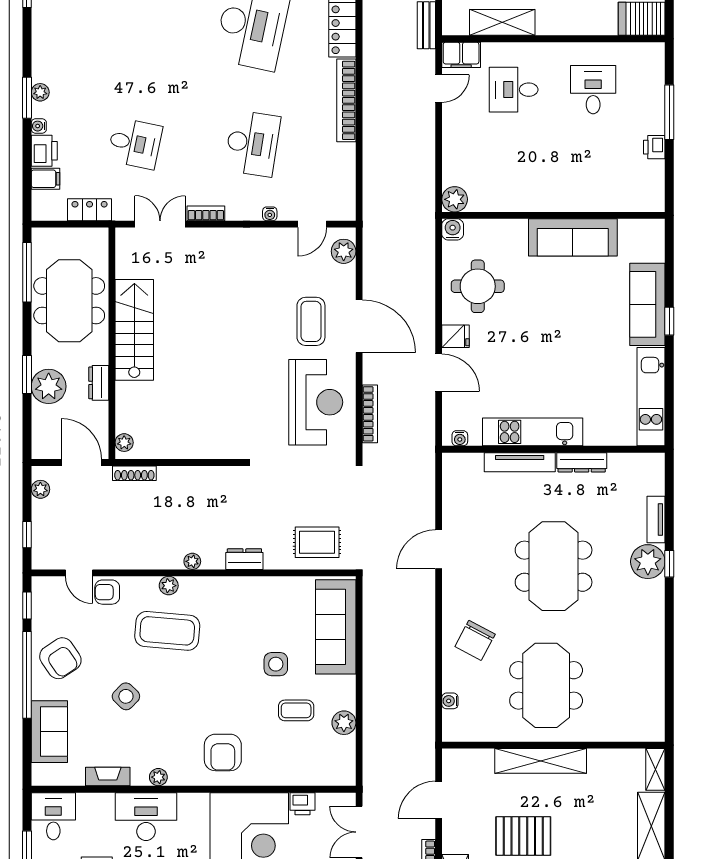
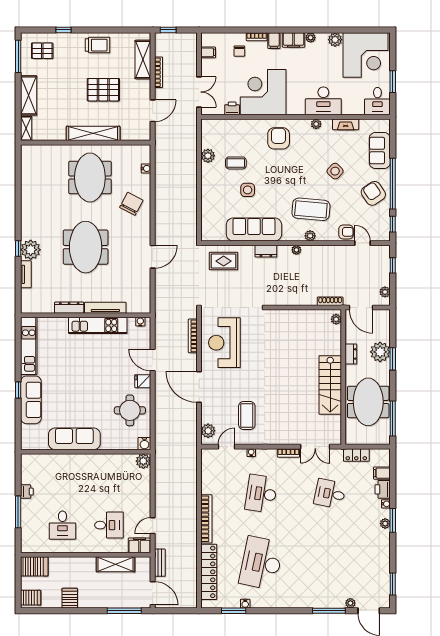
coffee table: (311, 321) -> (247, 415), moved
sofa: (336, 627) -> (254, 229), moved, turned -90

